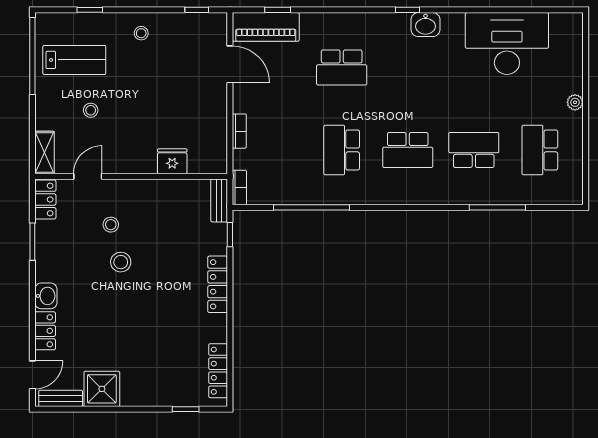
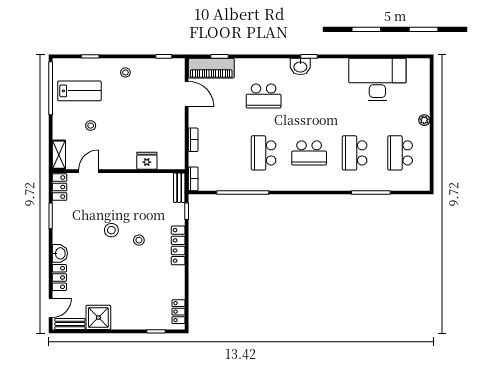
washbasin: (426, 25) -> (300, 67), moved
school desk: (474, 150) -> (355, 153), turned -90
stool: (111, 225) -> (139, 240), moved
locker: (218, 371) -> (178, 312), width x0.66

